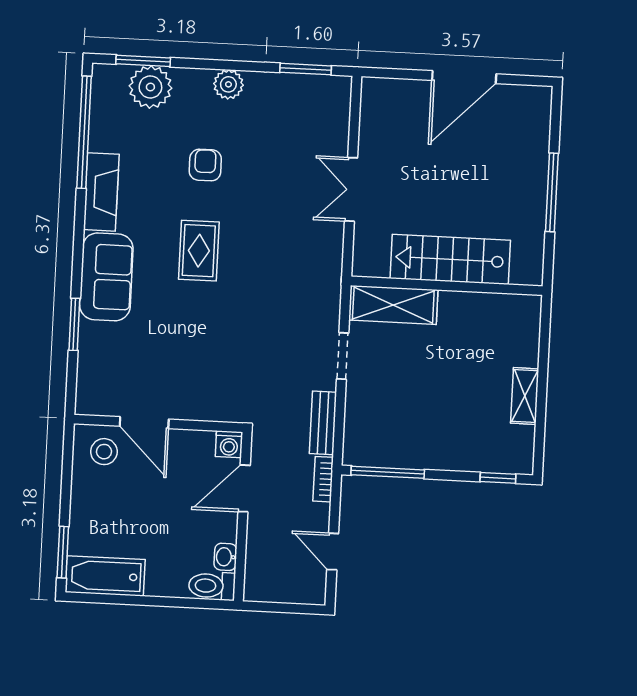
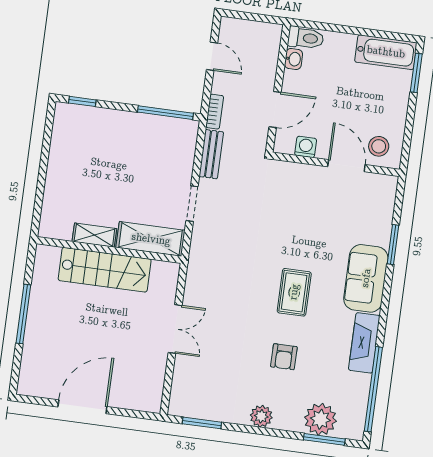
shelving: (525, 396) -> (94, 235), moved, turned 90
washing machine: (229, 444) -> (306, 147), moved

